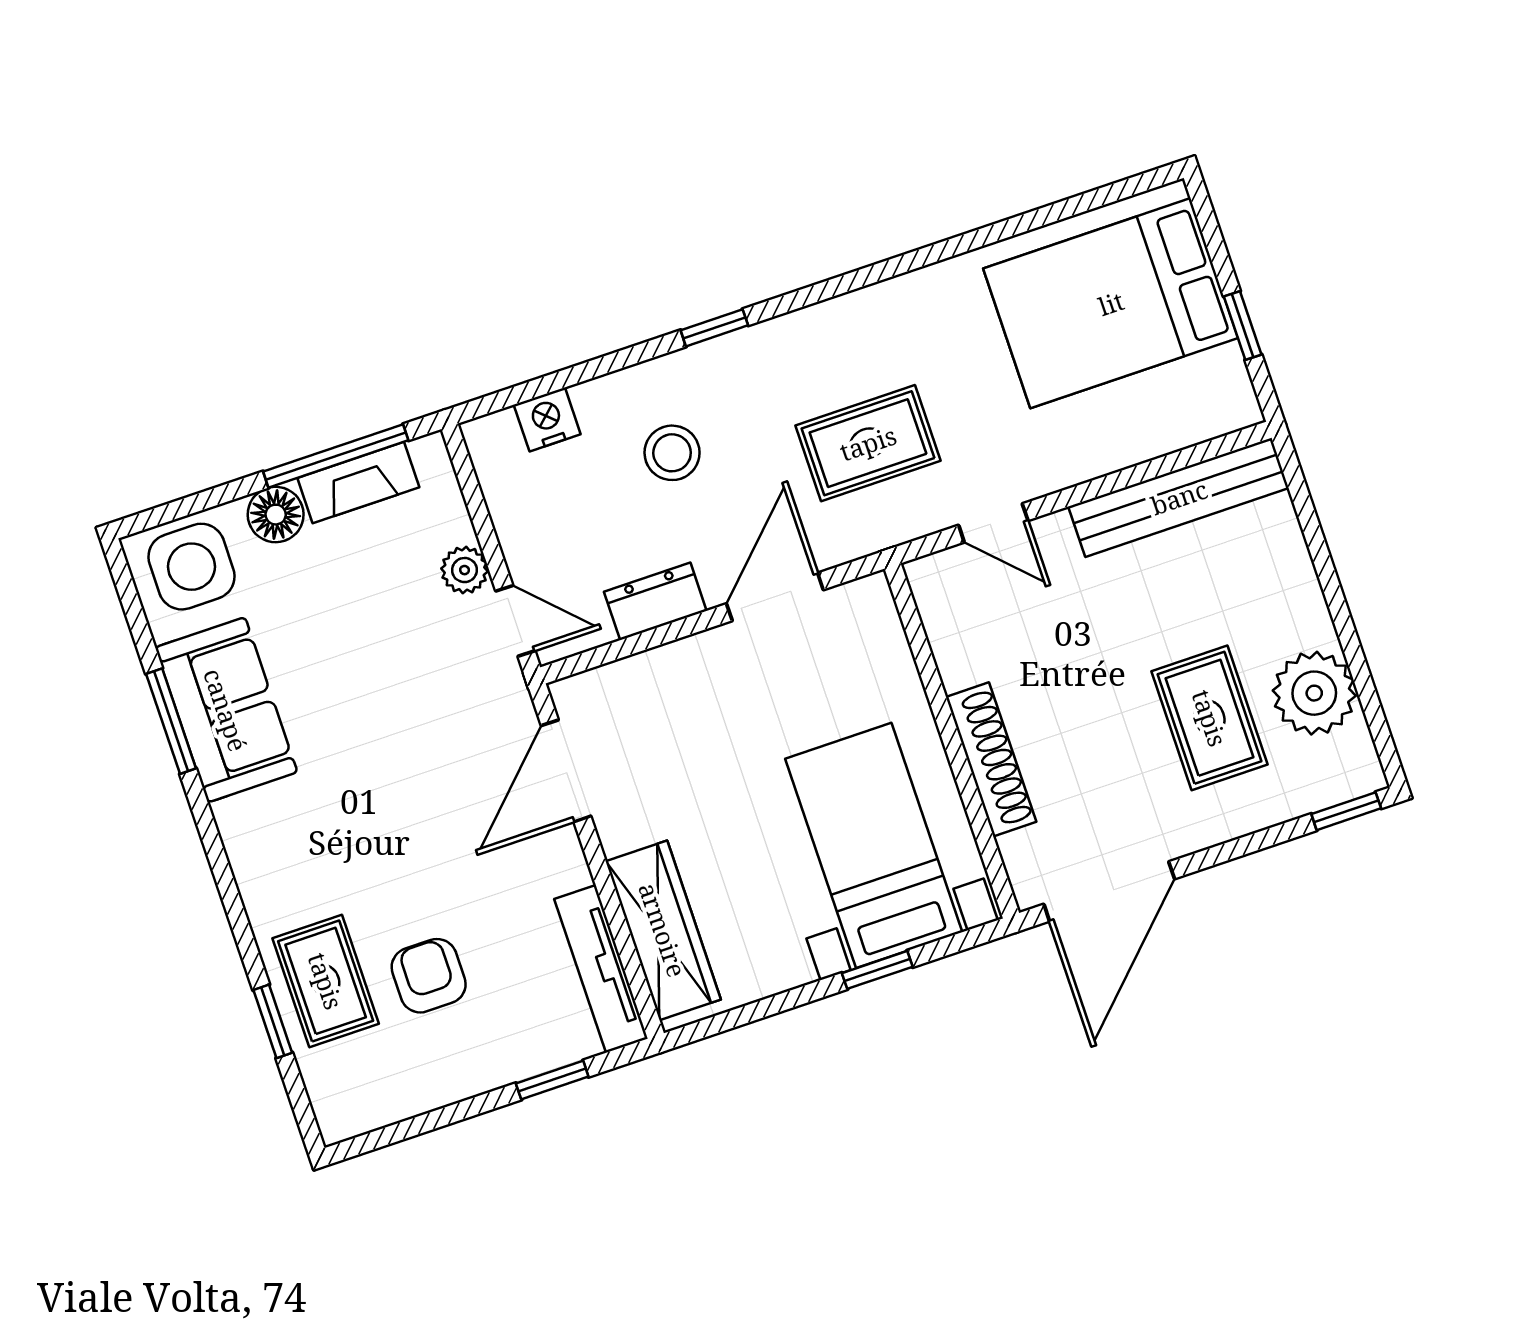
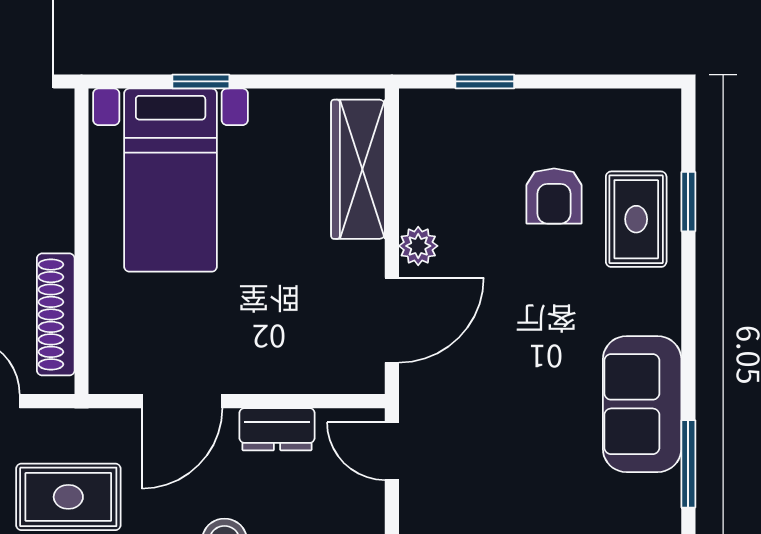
plant: (465, 570) -> (418, 246), moved
sofa: (226, 710) -> (642, 404), moved
shoe rack: (991, 759) -> (56, 314), moved
tv unit: (601, 969) -> (417, 156), removed

